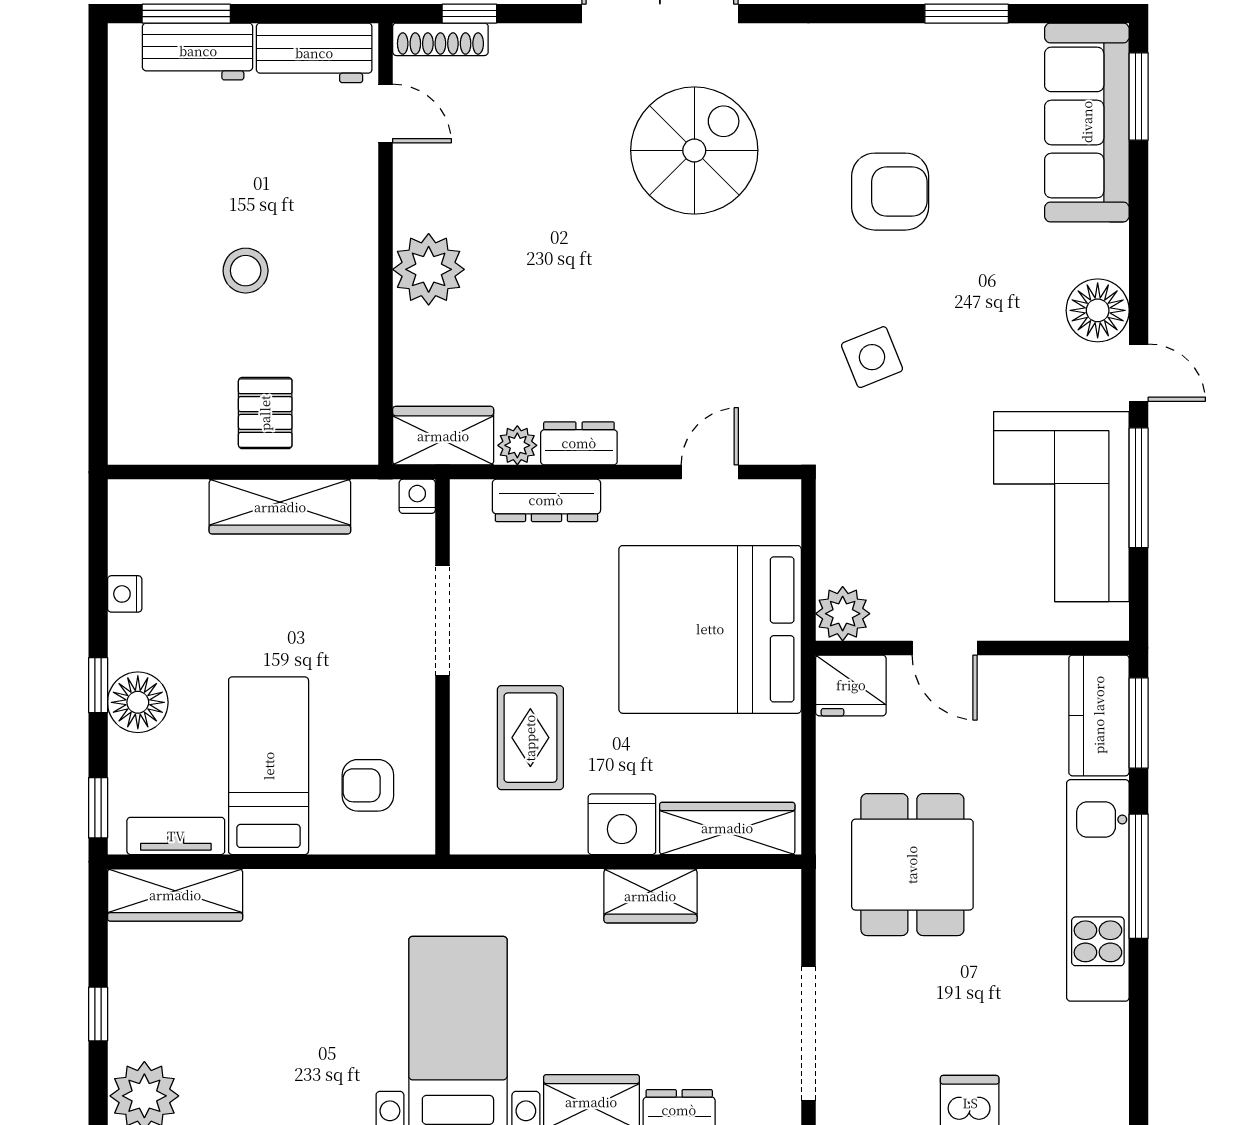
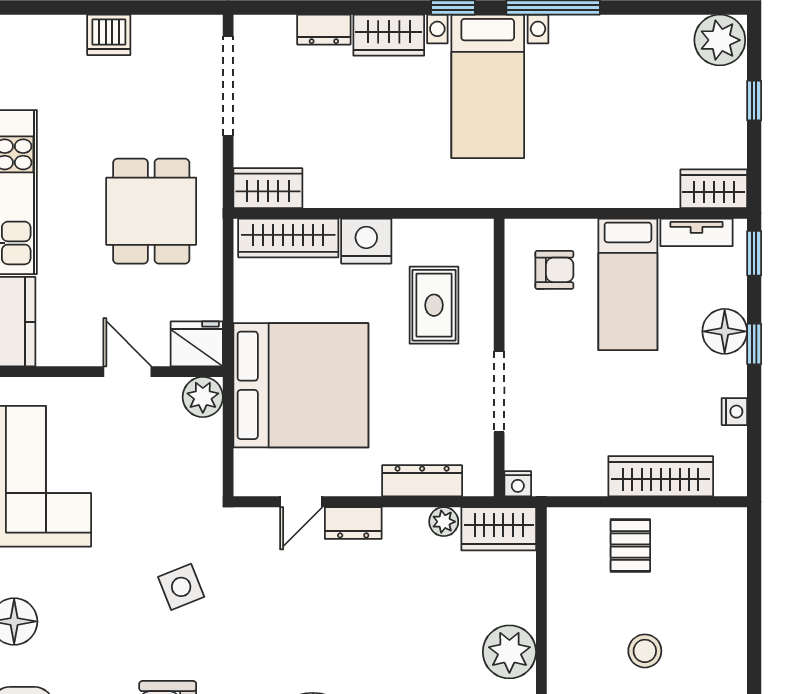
dresser: (579, 443) -> (353, 523), moved
wardrobe: (280, 507) -> (661, 476), moved
wardrobe: (175, 895) -> (714, 189), width x0.67
wardrobe: (650, 896) -> (268, 188), moved

